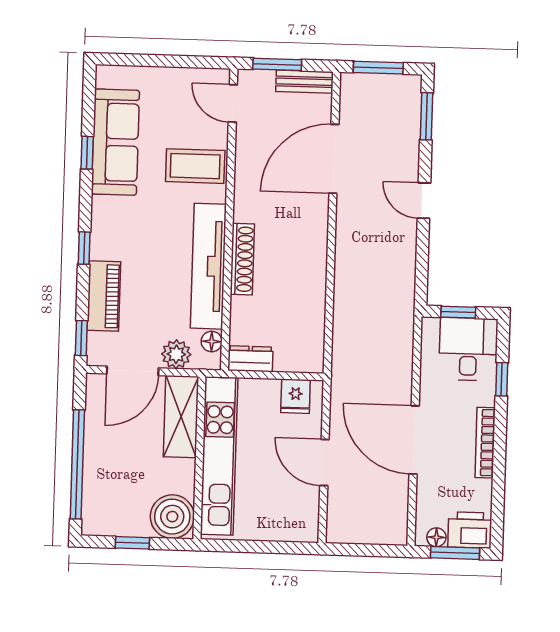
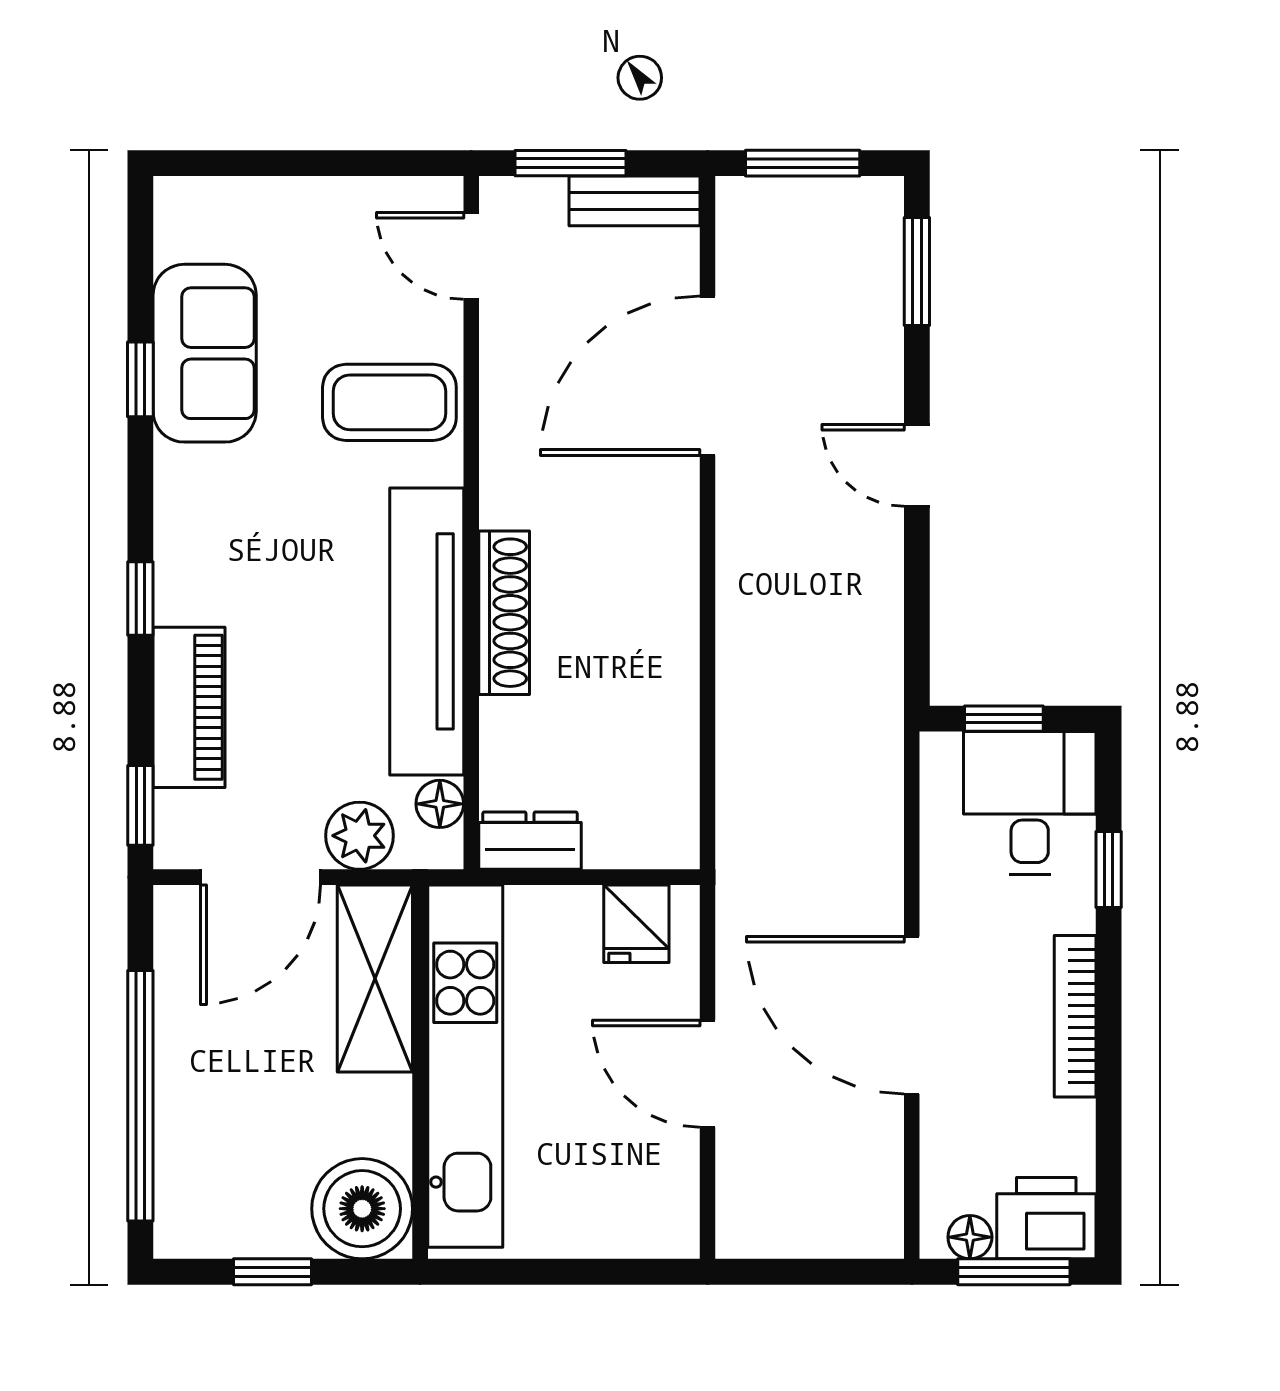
sofa: (115, 142) -> (205, 353), width x0.73

